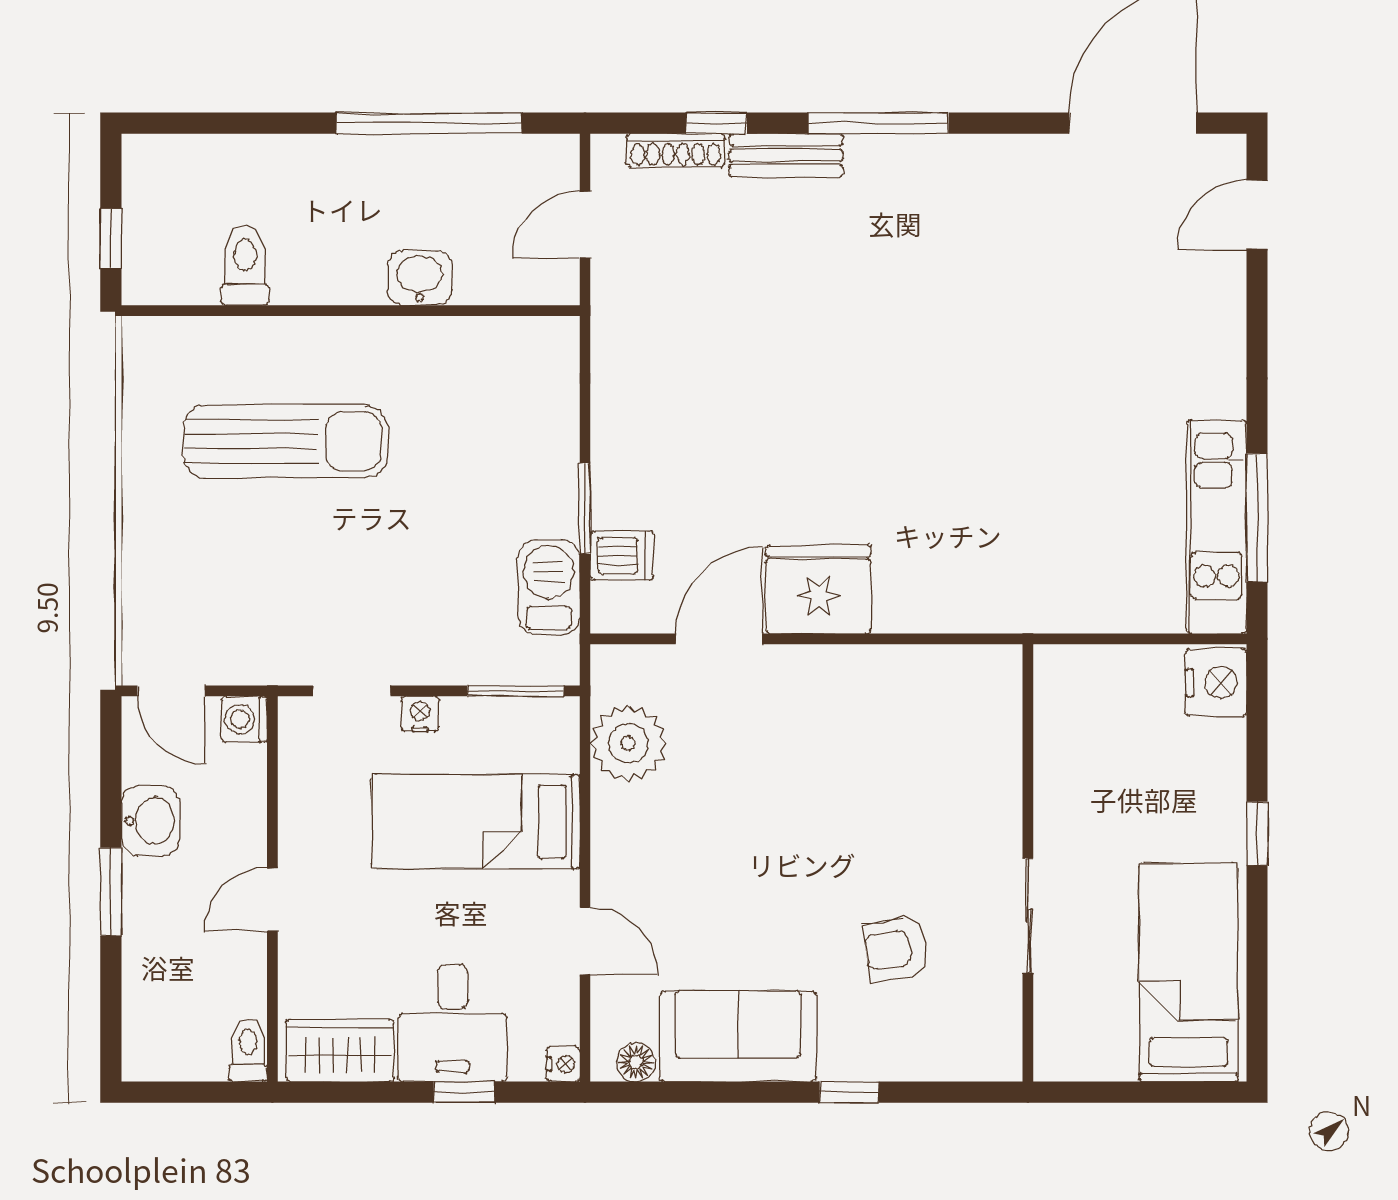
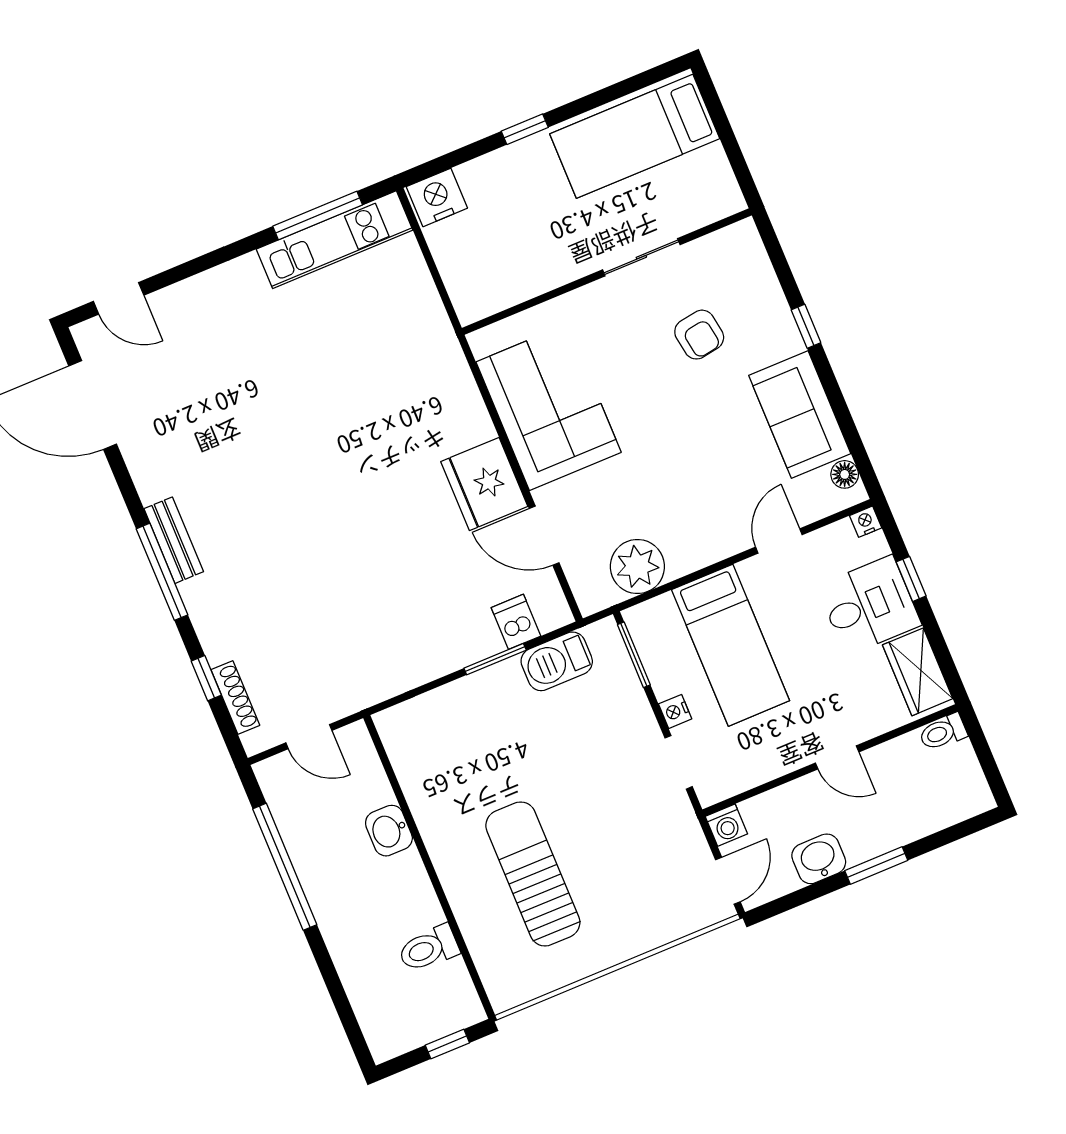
bench: (786, 155) -> (174, 540), moved
corner sofa: (883, 714) -> (549, 407), added

